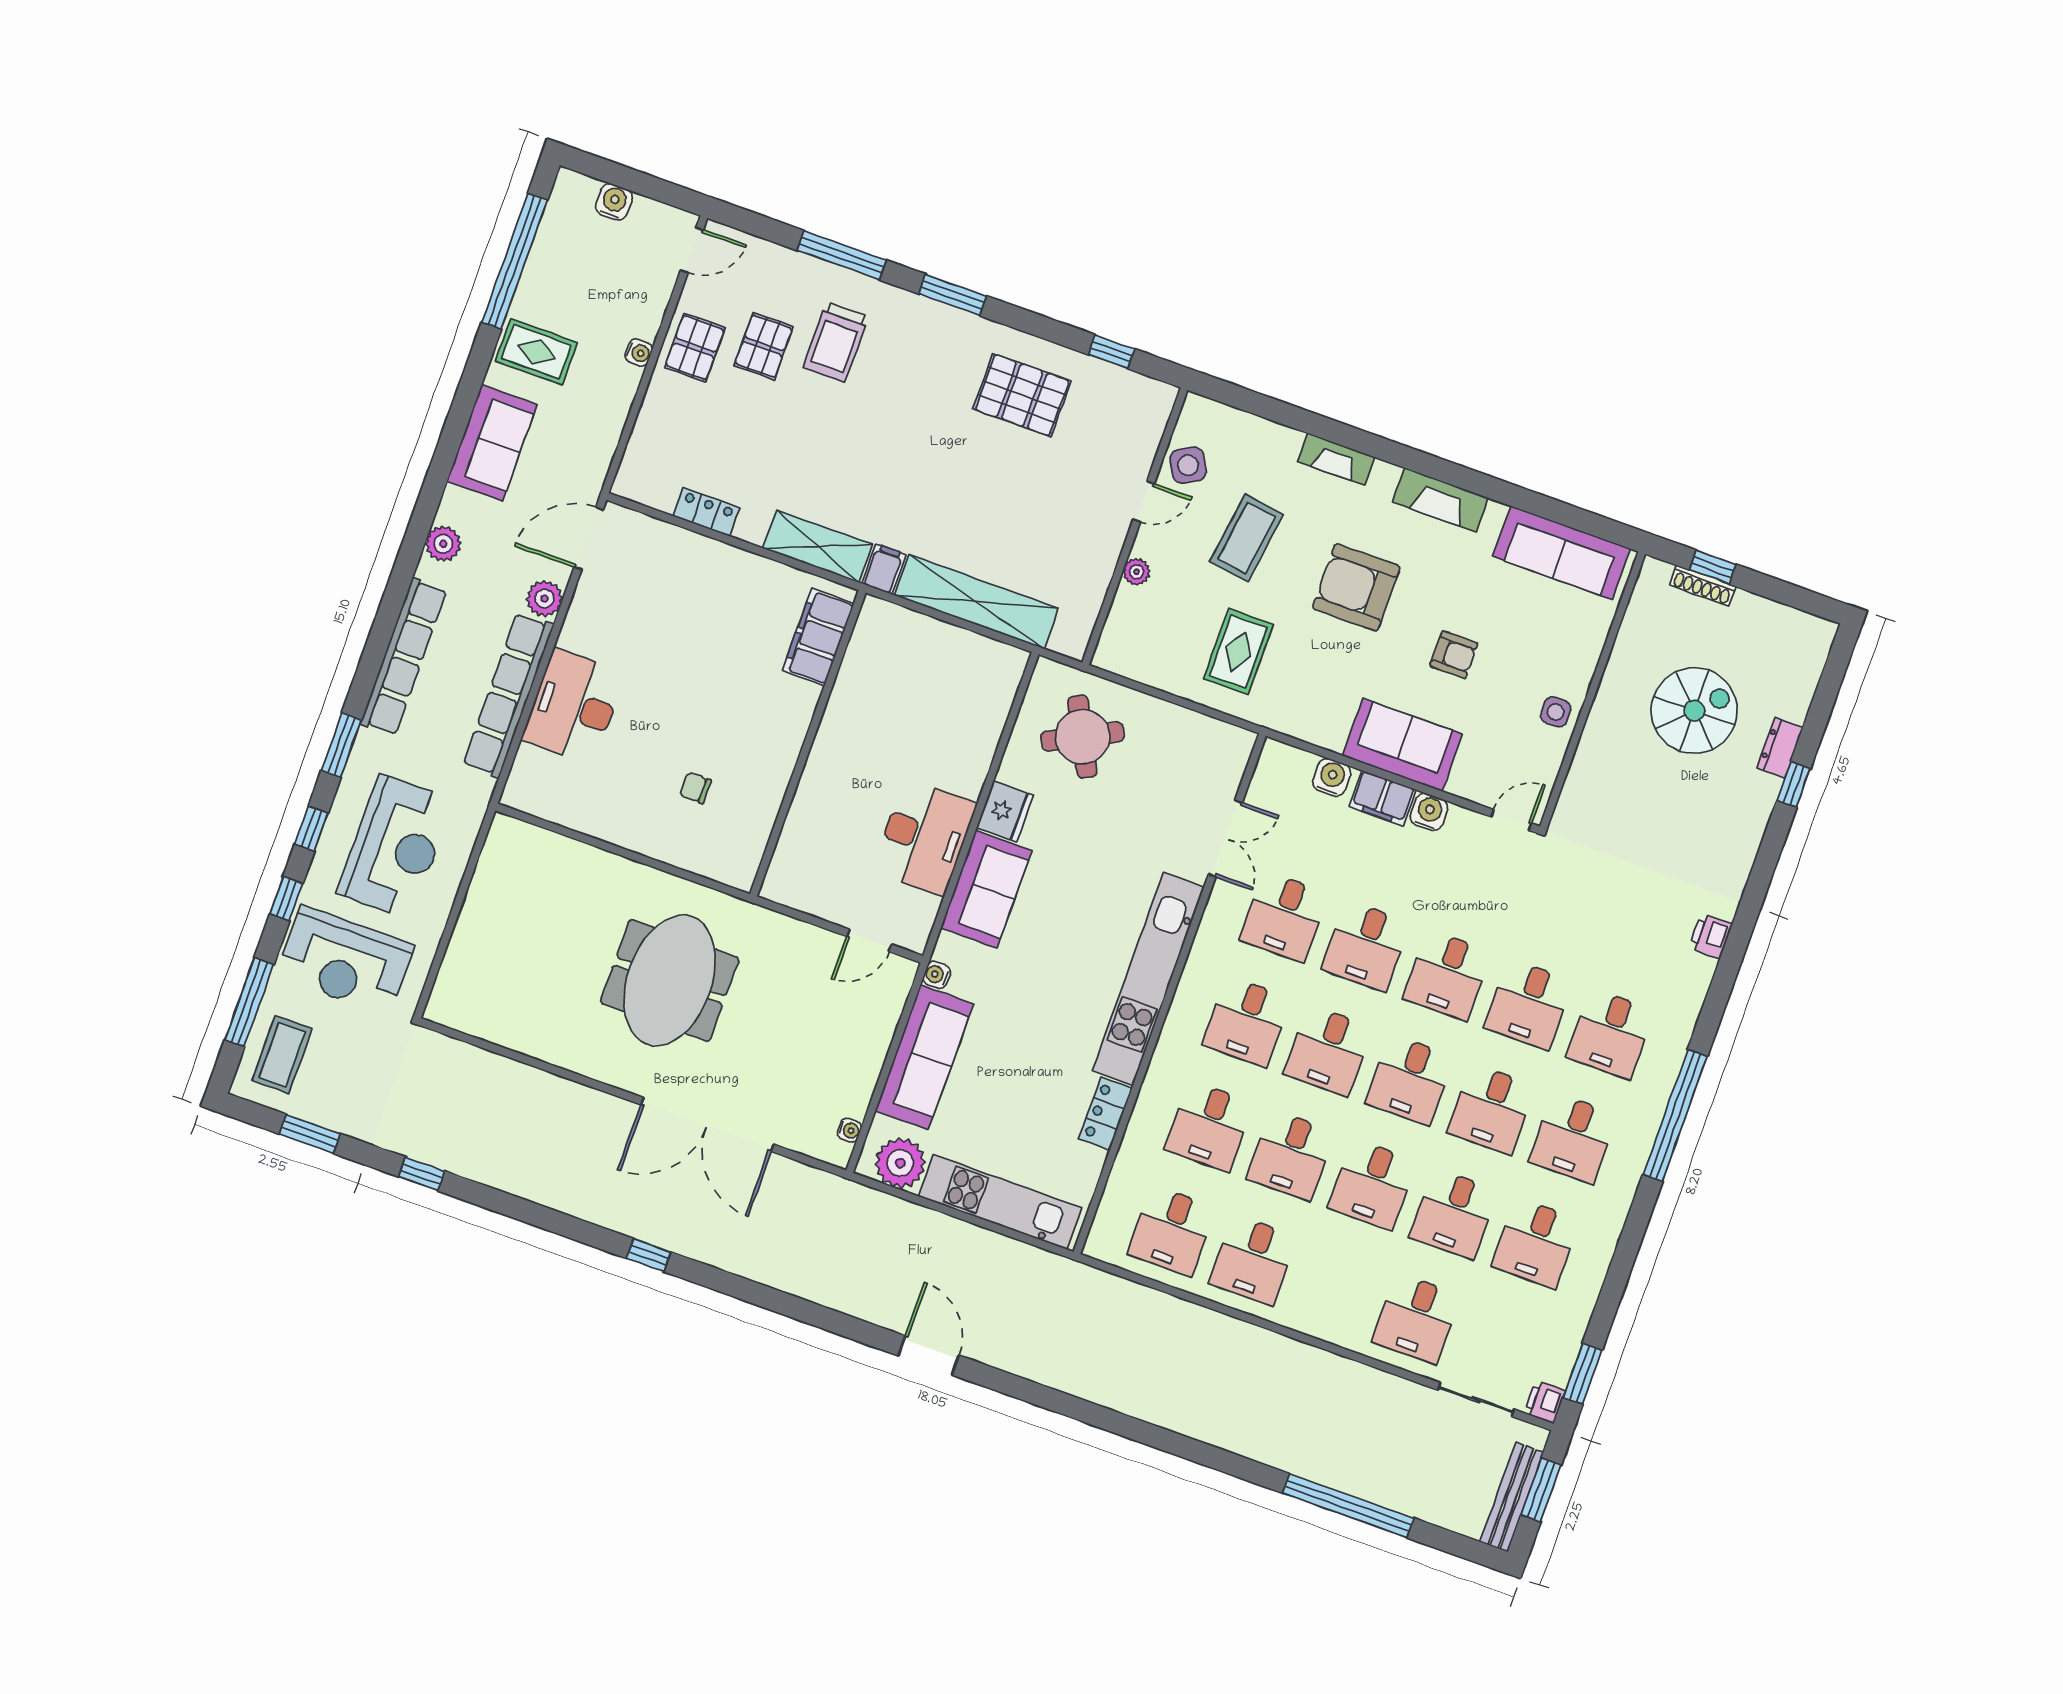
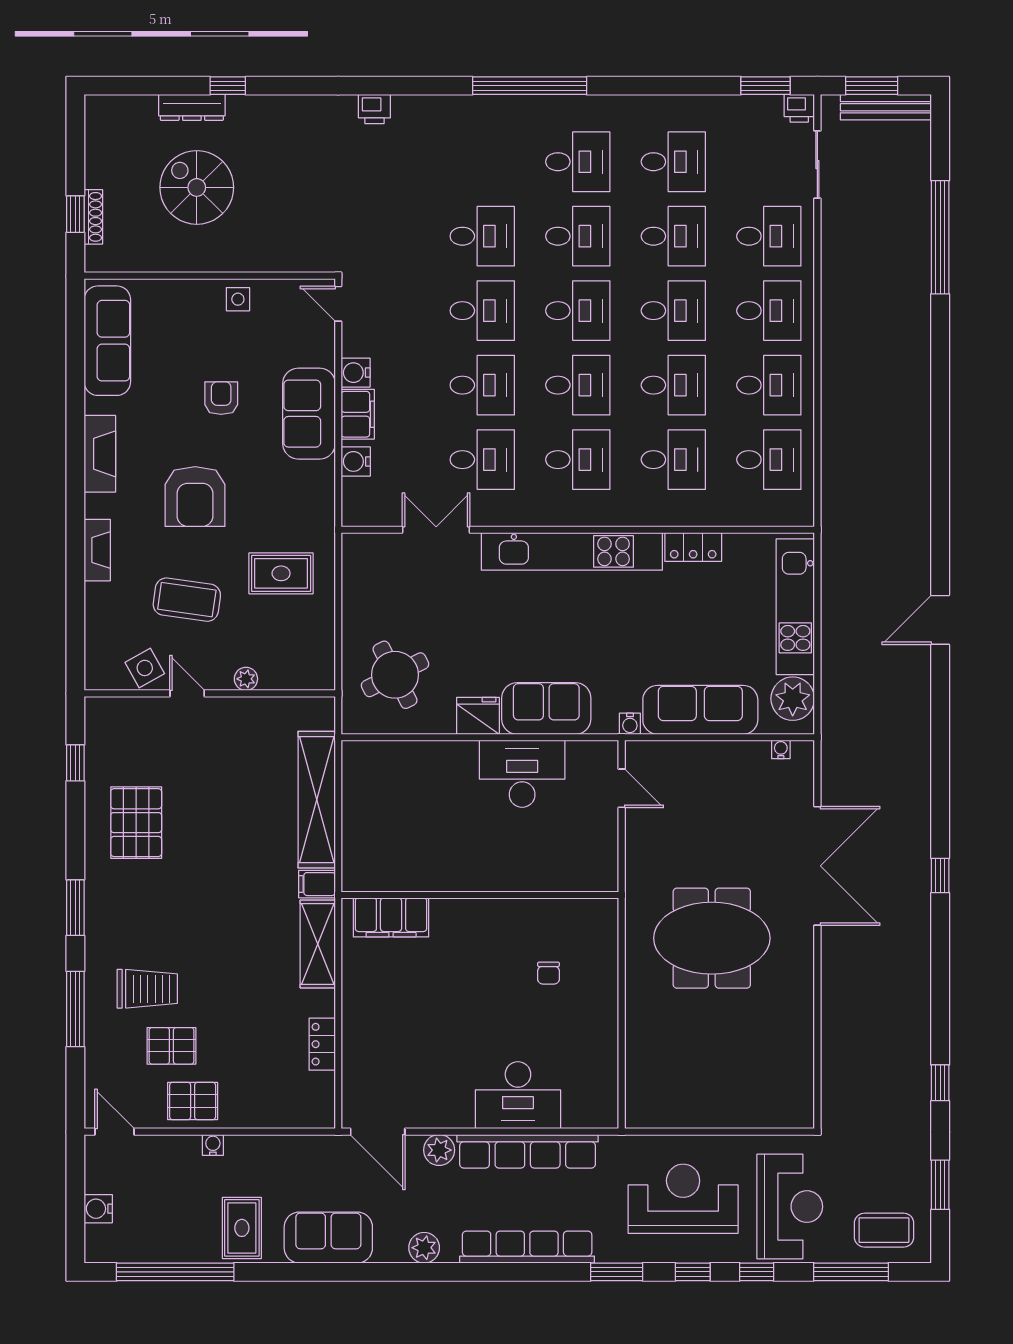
dresser: (1780, 748) -> (192, 107), width x1.44
desk: (1610, 1034) -> (769, 311), moved

